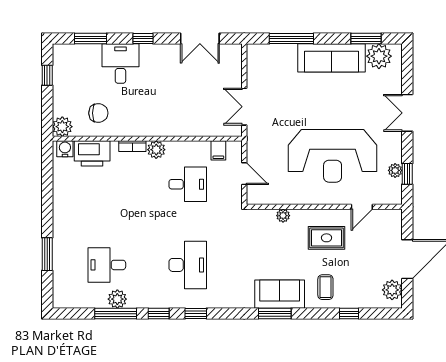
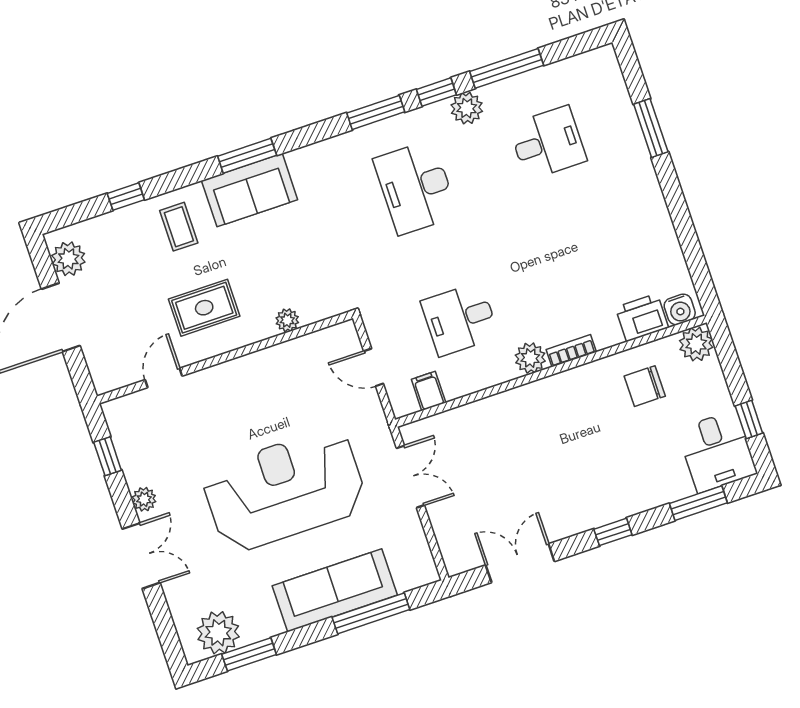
sofa: (331, 58) -> (335, 590), moved
desk: (120, 64) -> (717, 452), moved
printer: (92, 153) -> (642, 317), width x0.73, depth x0.84
reception desk: (333, 156) -> (285, 490), moved
plant: (395, 170) -> (144, 499), moved
plant: (117, 299) -> (467, 108), moved
window: (196, 314) -> (376, 112), width x1.50

